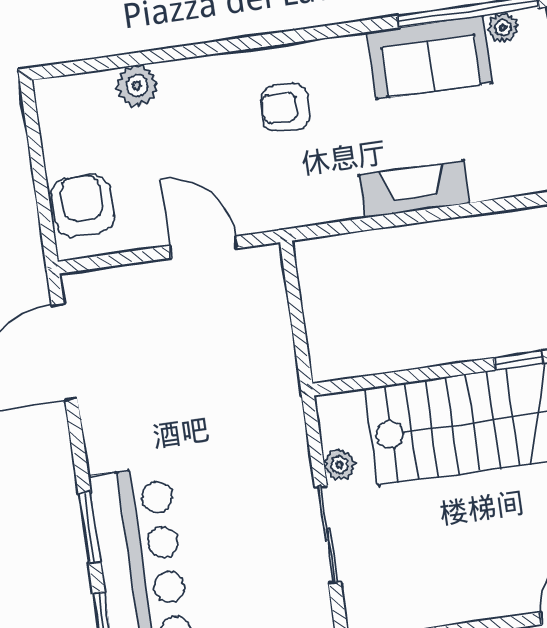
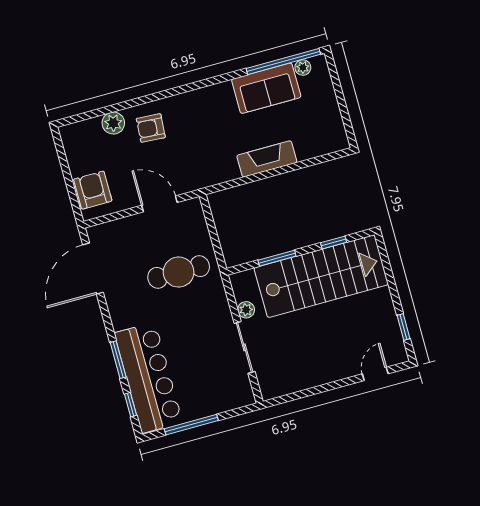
armchair: (285, 108) -> (151, 128), moved
window: (409, 376) -> (277, 258), added
cafe table: (223, 379) -> (179, 272), added

